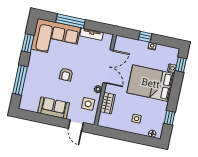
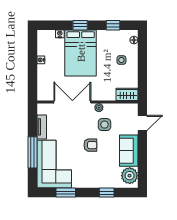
window: (145, 37) -> (32, 69), removed
window: (181, 65) -> (80, 25), moved
window: (20, 80) -> (107, 193), width x0.46
wardrobe: (108, 103) -> (127, 94), moved
plant: (31, 104) -> (130, 176), added
side table: (88, 104) -> (104, 125), moved

